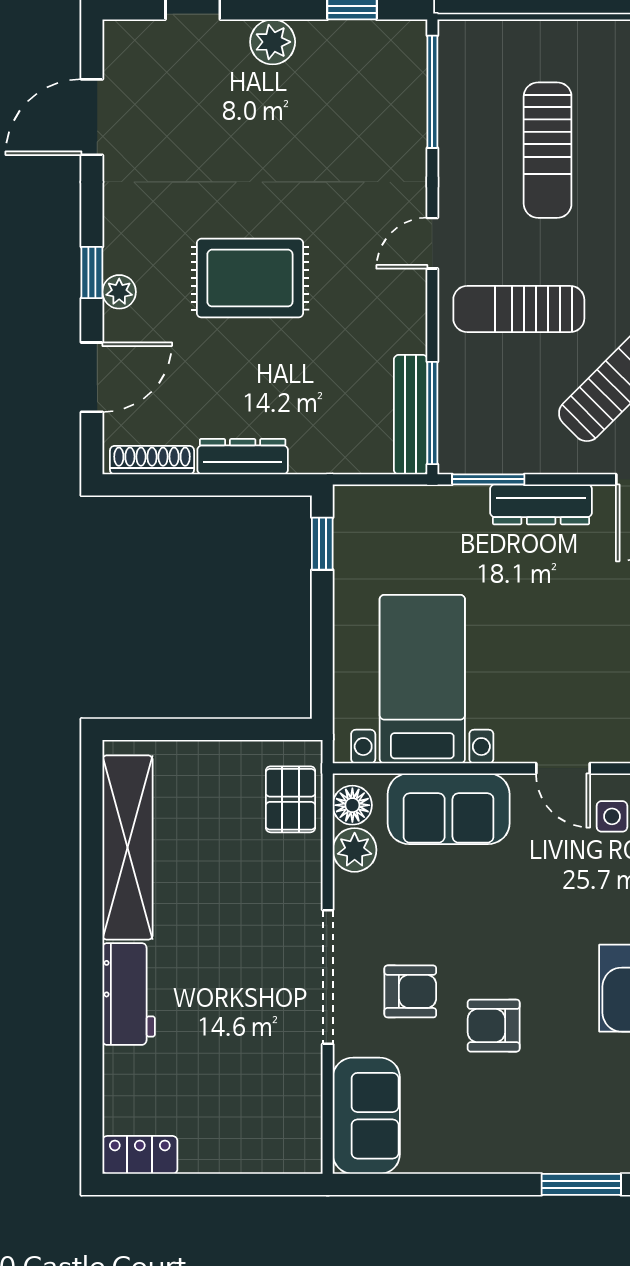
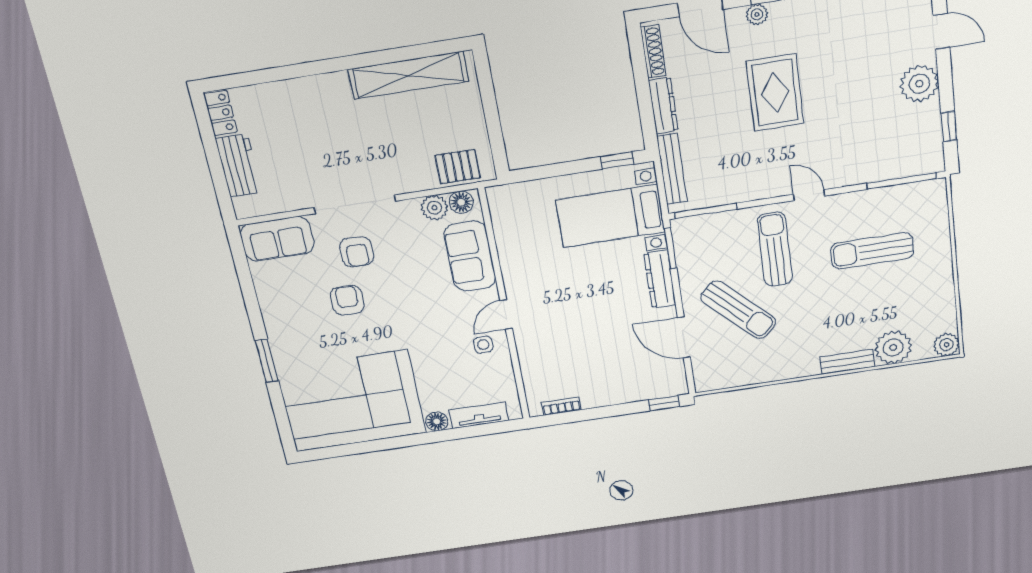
plant: (273, 42) -> (919, 84), width x1.36, depth x1.36
bench: (411, 415) -> (672, 169), moved, turned 90
bed with nightstands: (422, 679) -> (610, 216), moved, turned 180
workbench: (129, 994) -> (239, 166), moved, turned -90

